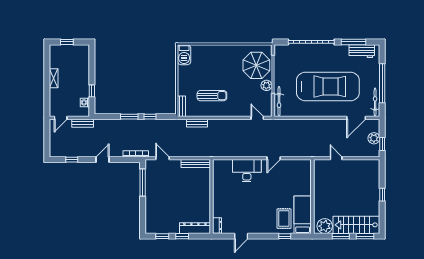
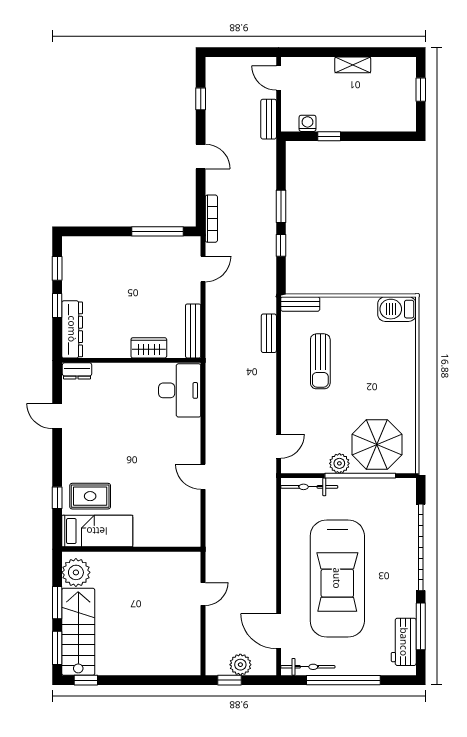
desk: (247, 171) -> (180, 390), moved
wardrobe: (205, 187) -> (149, 348), added
window: (382, 195) -> (86, 680), moved

